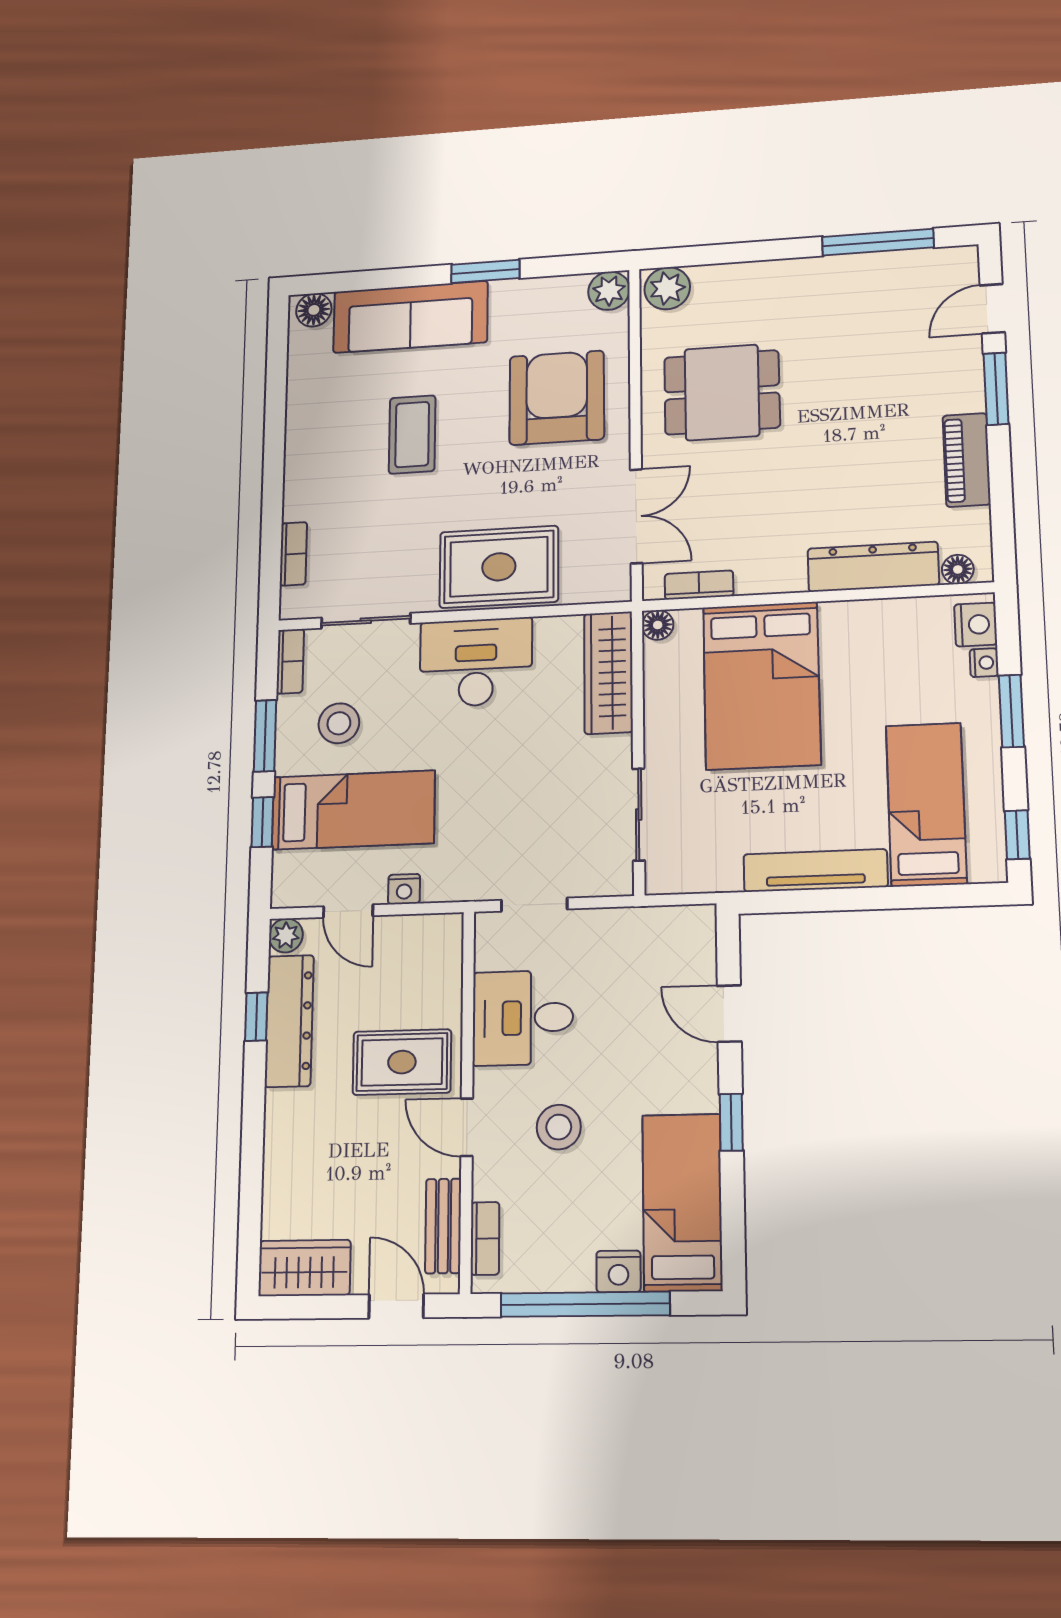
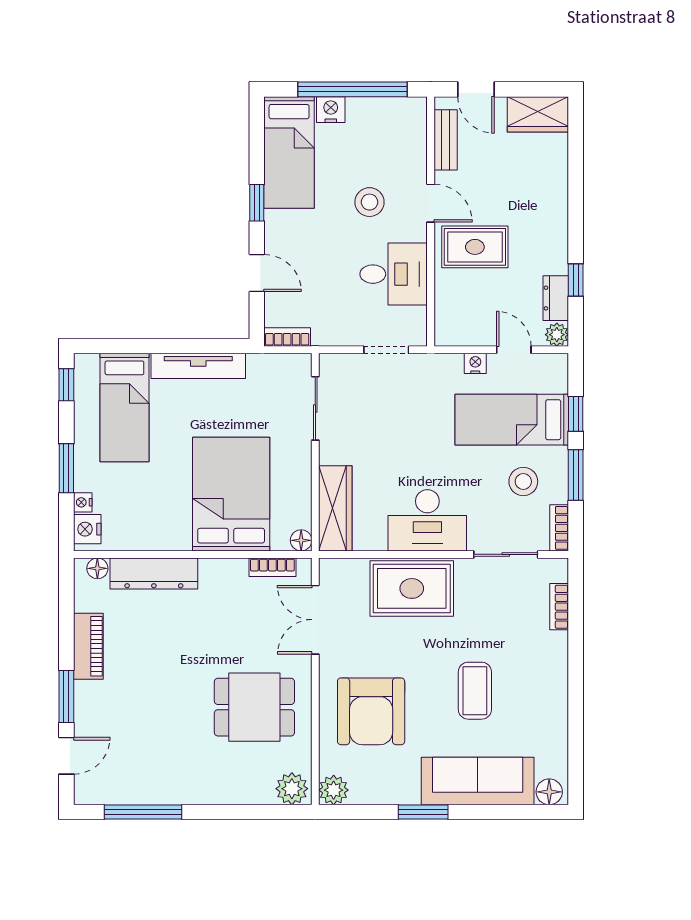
dresser: (289, 1021) -> (556, 298), width x0.51, depth x0.80
bookcase: (485, 1238) -> (287, 337), moved, turned 90

